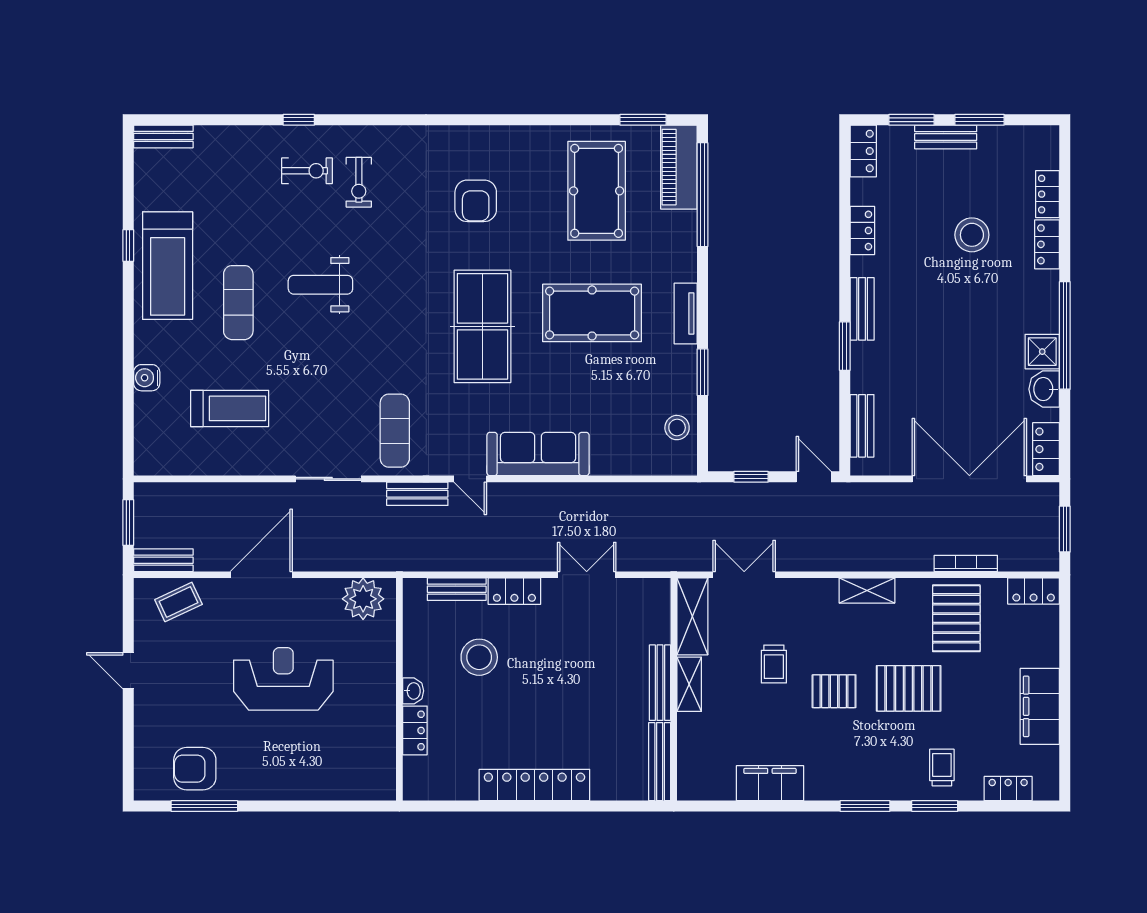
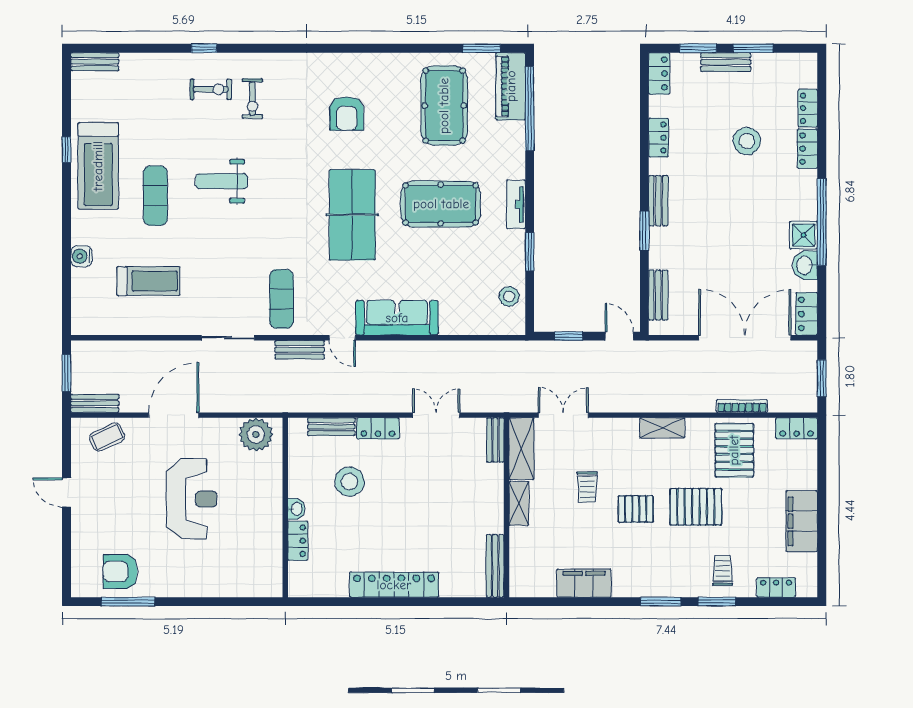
reception desk: (283, 679) -> (192, 499), turned 90
bench: (660, 683) -> (495, 440), moved, width x0.73

